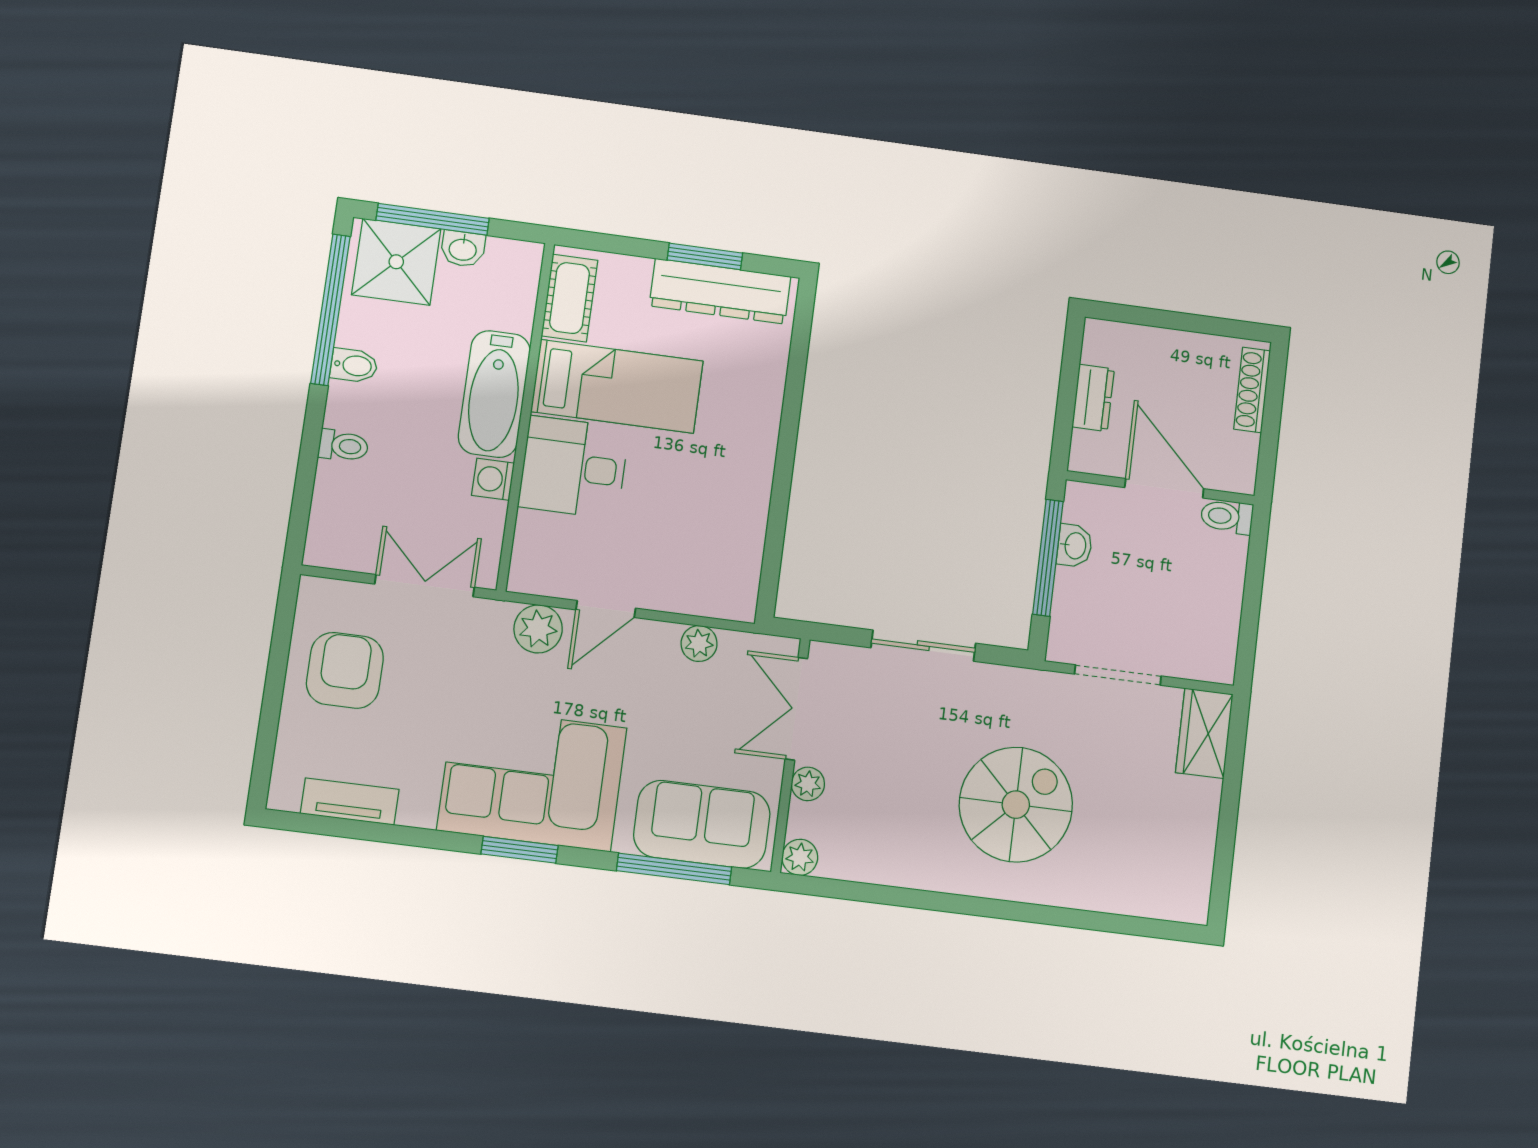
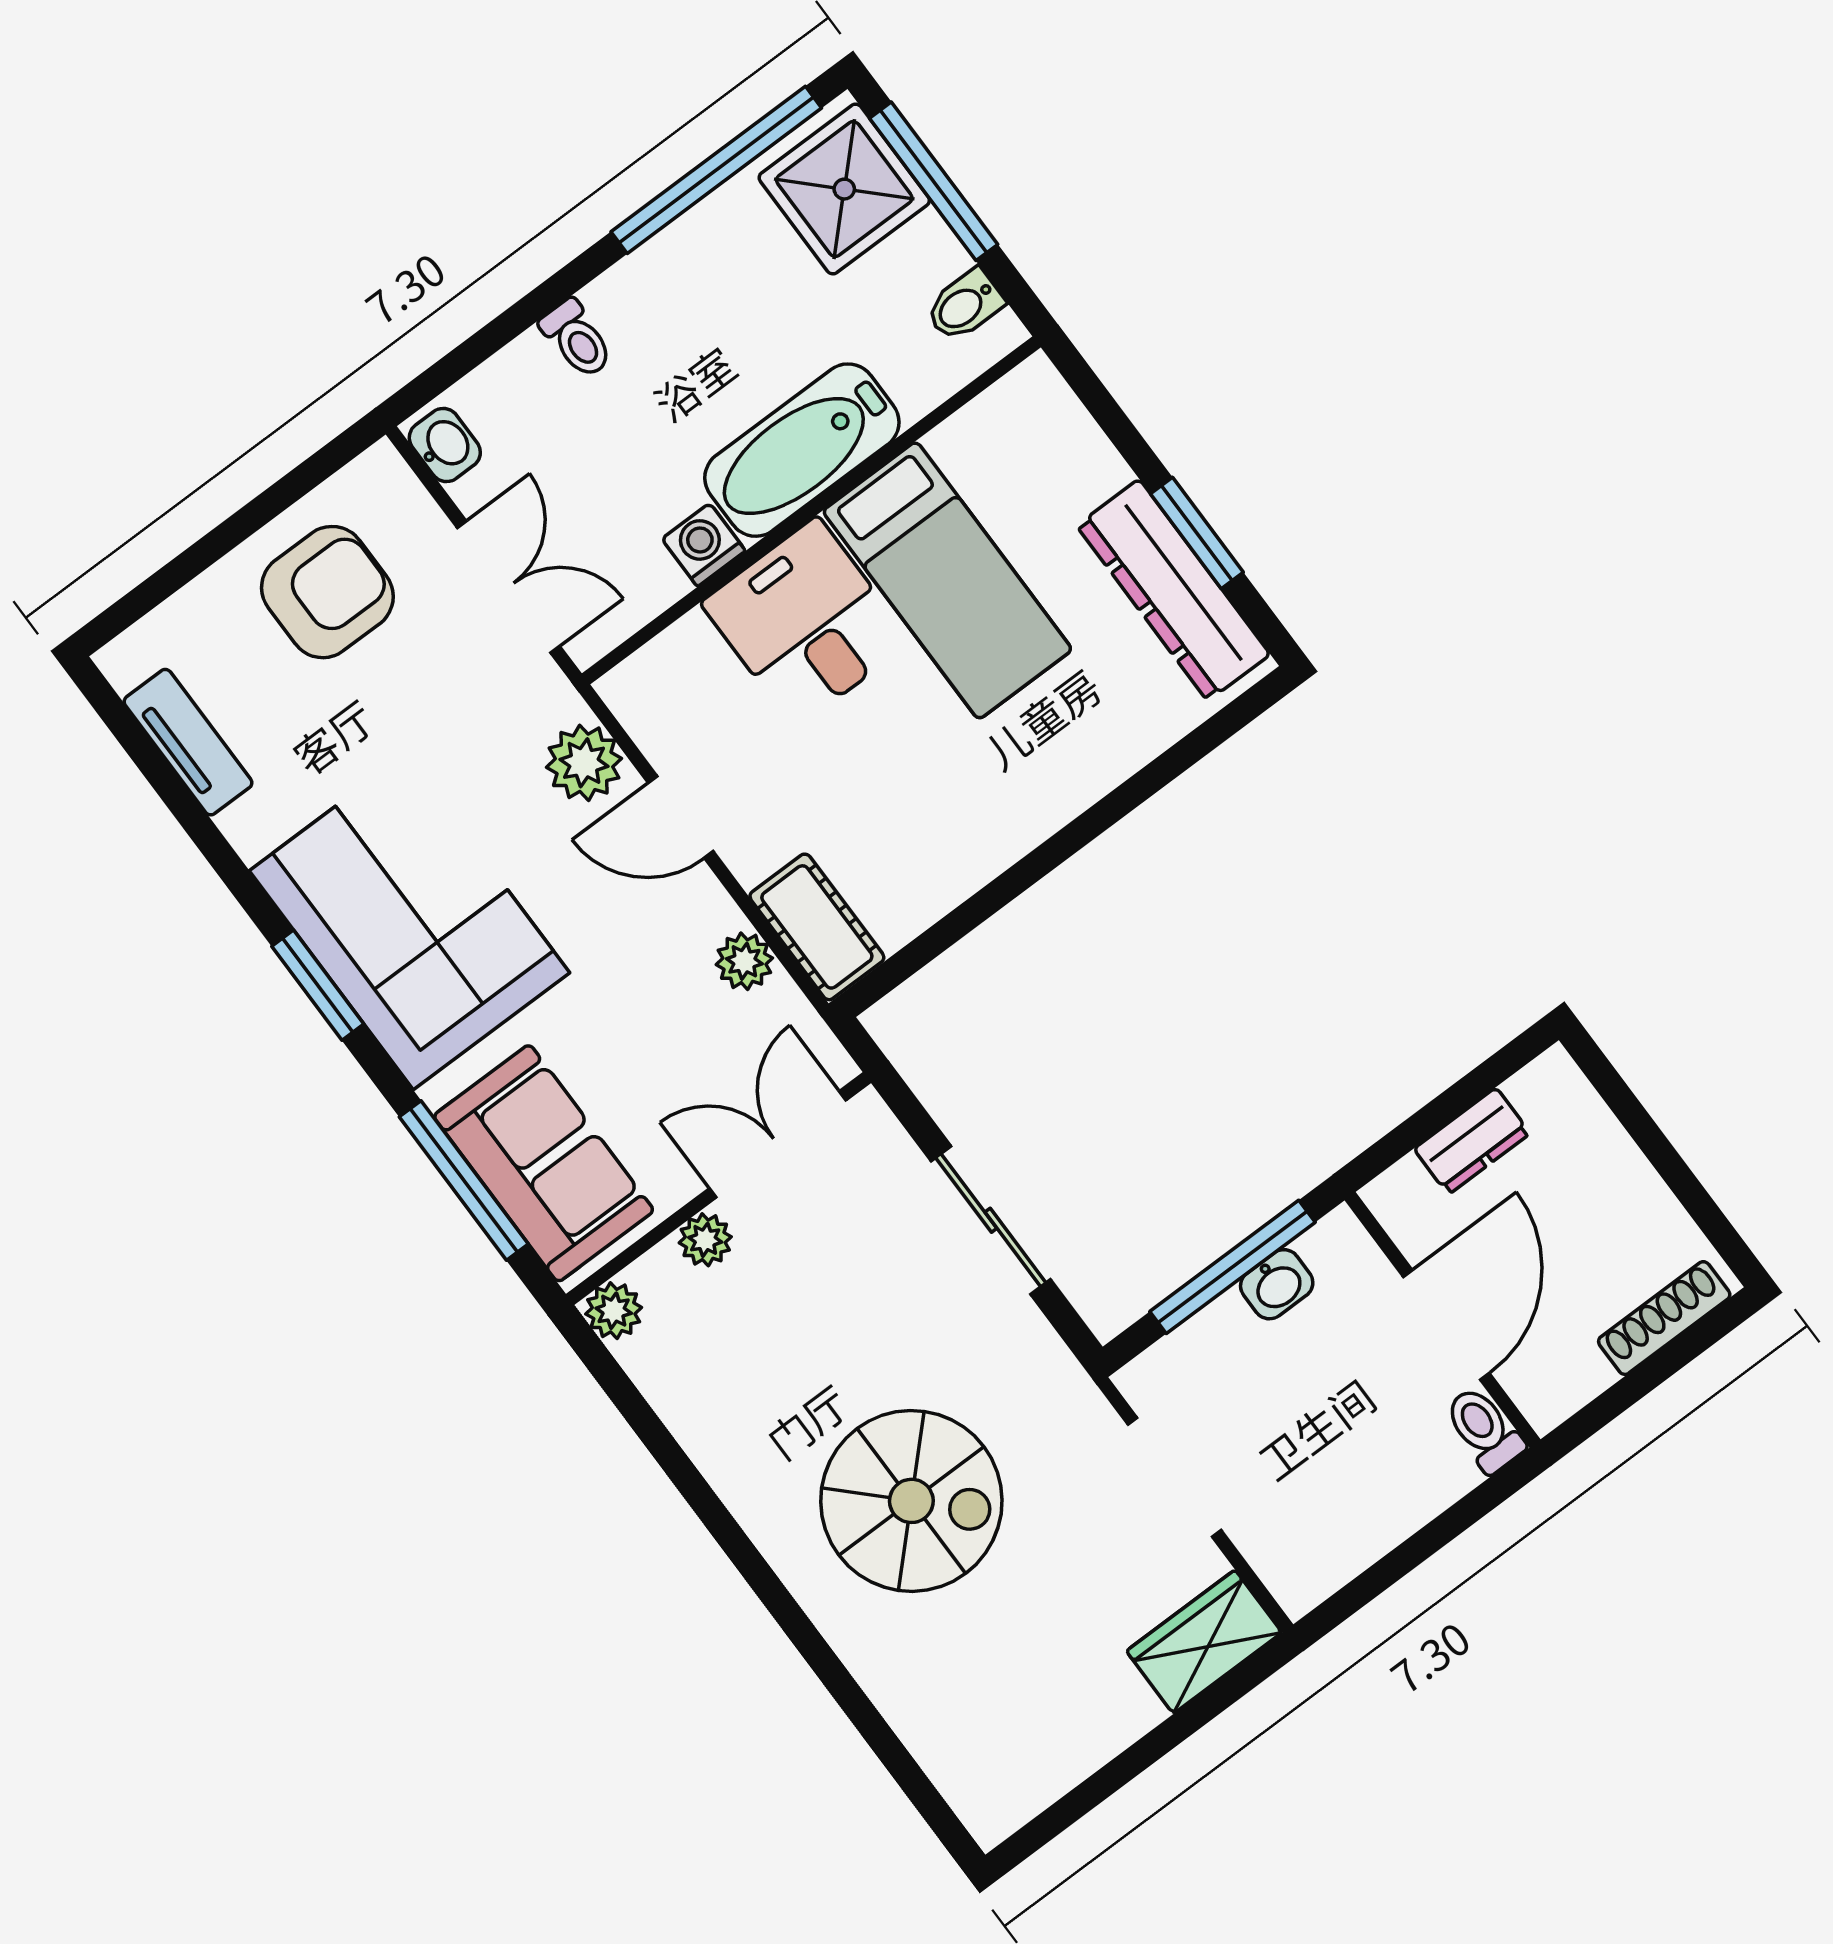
washbasin: (463, 249) -> (445, 445), moved, turned 180
cot: (570, 298) -> (817, 927), moved, turned 90
bidet: (354, 365) -> (965, 305), moved, turned 90

